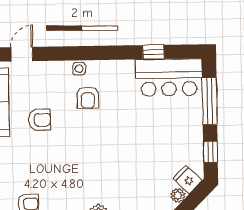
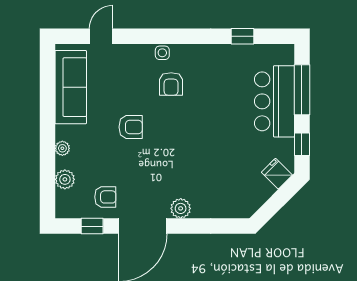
bar counter: (169, 77) -> (274, 101), moved, turned 90
armchair: (39, 120) -> (131, 127), moved
plant: (178, 195) -> (266, 190), removed

